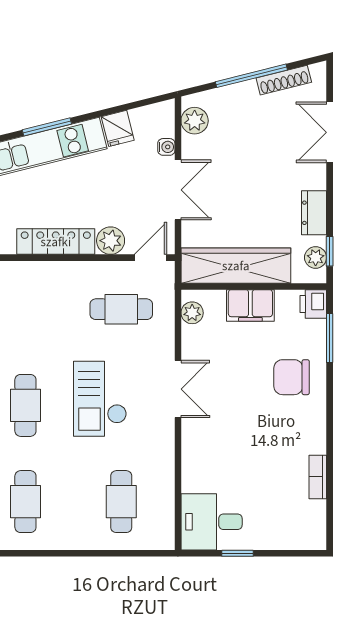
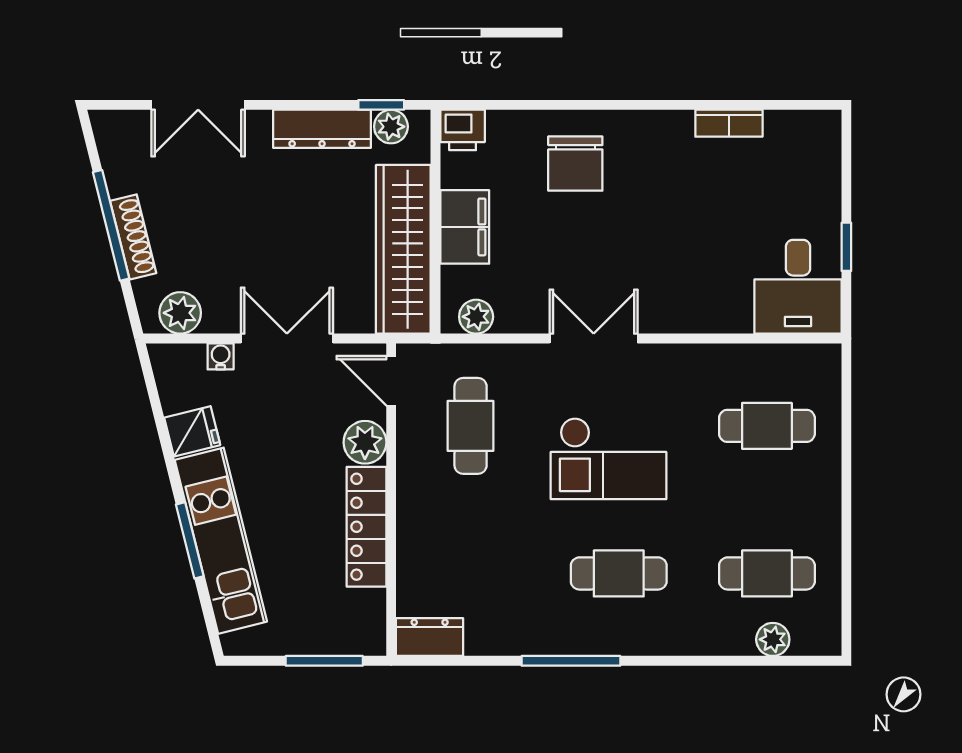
shoe rack: (284, 80) -> (133, 237), moved
dresser: (314, 213) -> (322, 129), width x1.44
window: (330, 338) -> (515, 105), removed

